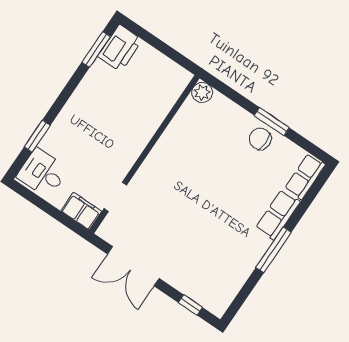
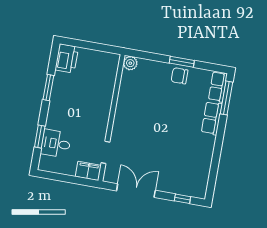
window: (96, 49) -> (48, 88), moved
desk: (43, 173) -> (56, 144), moved
window: (274, 250) -> (226, 98), moved
double door: (133, 266) -> (136, 191), swing flipped

